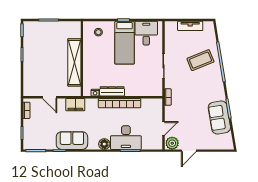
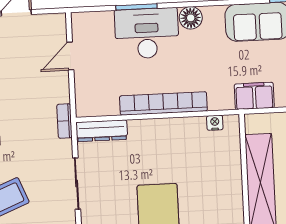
dresser: (112, 91) -> (102, 131), moved
plant: (172, 143) -> (51, 26), removed

